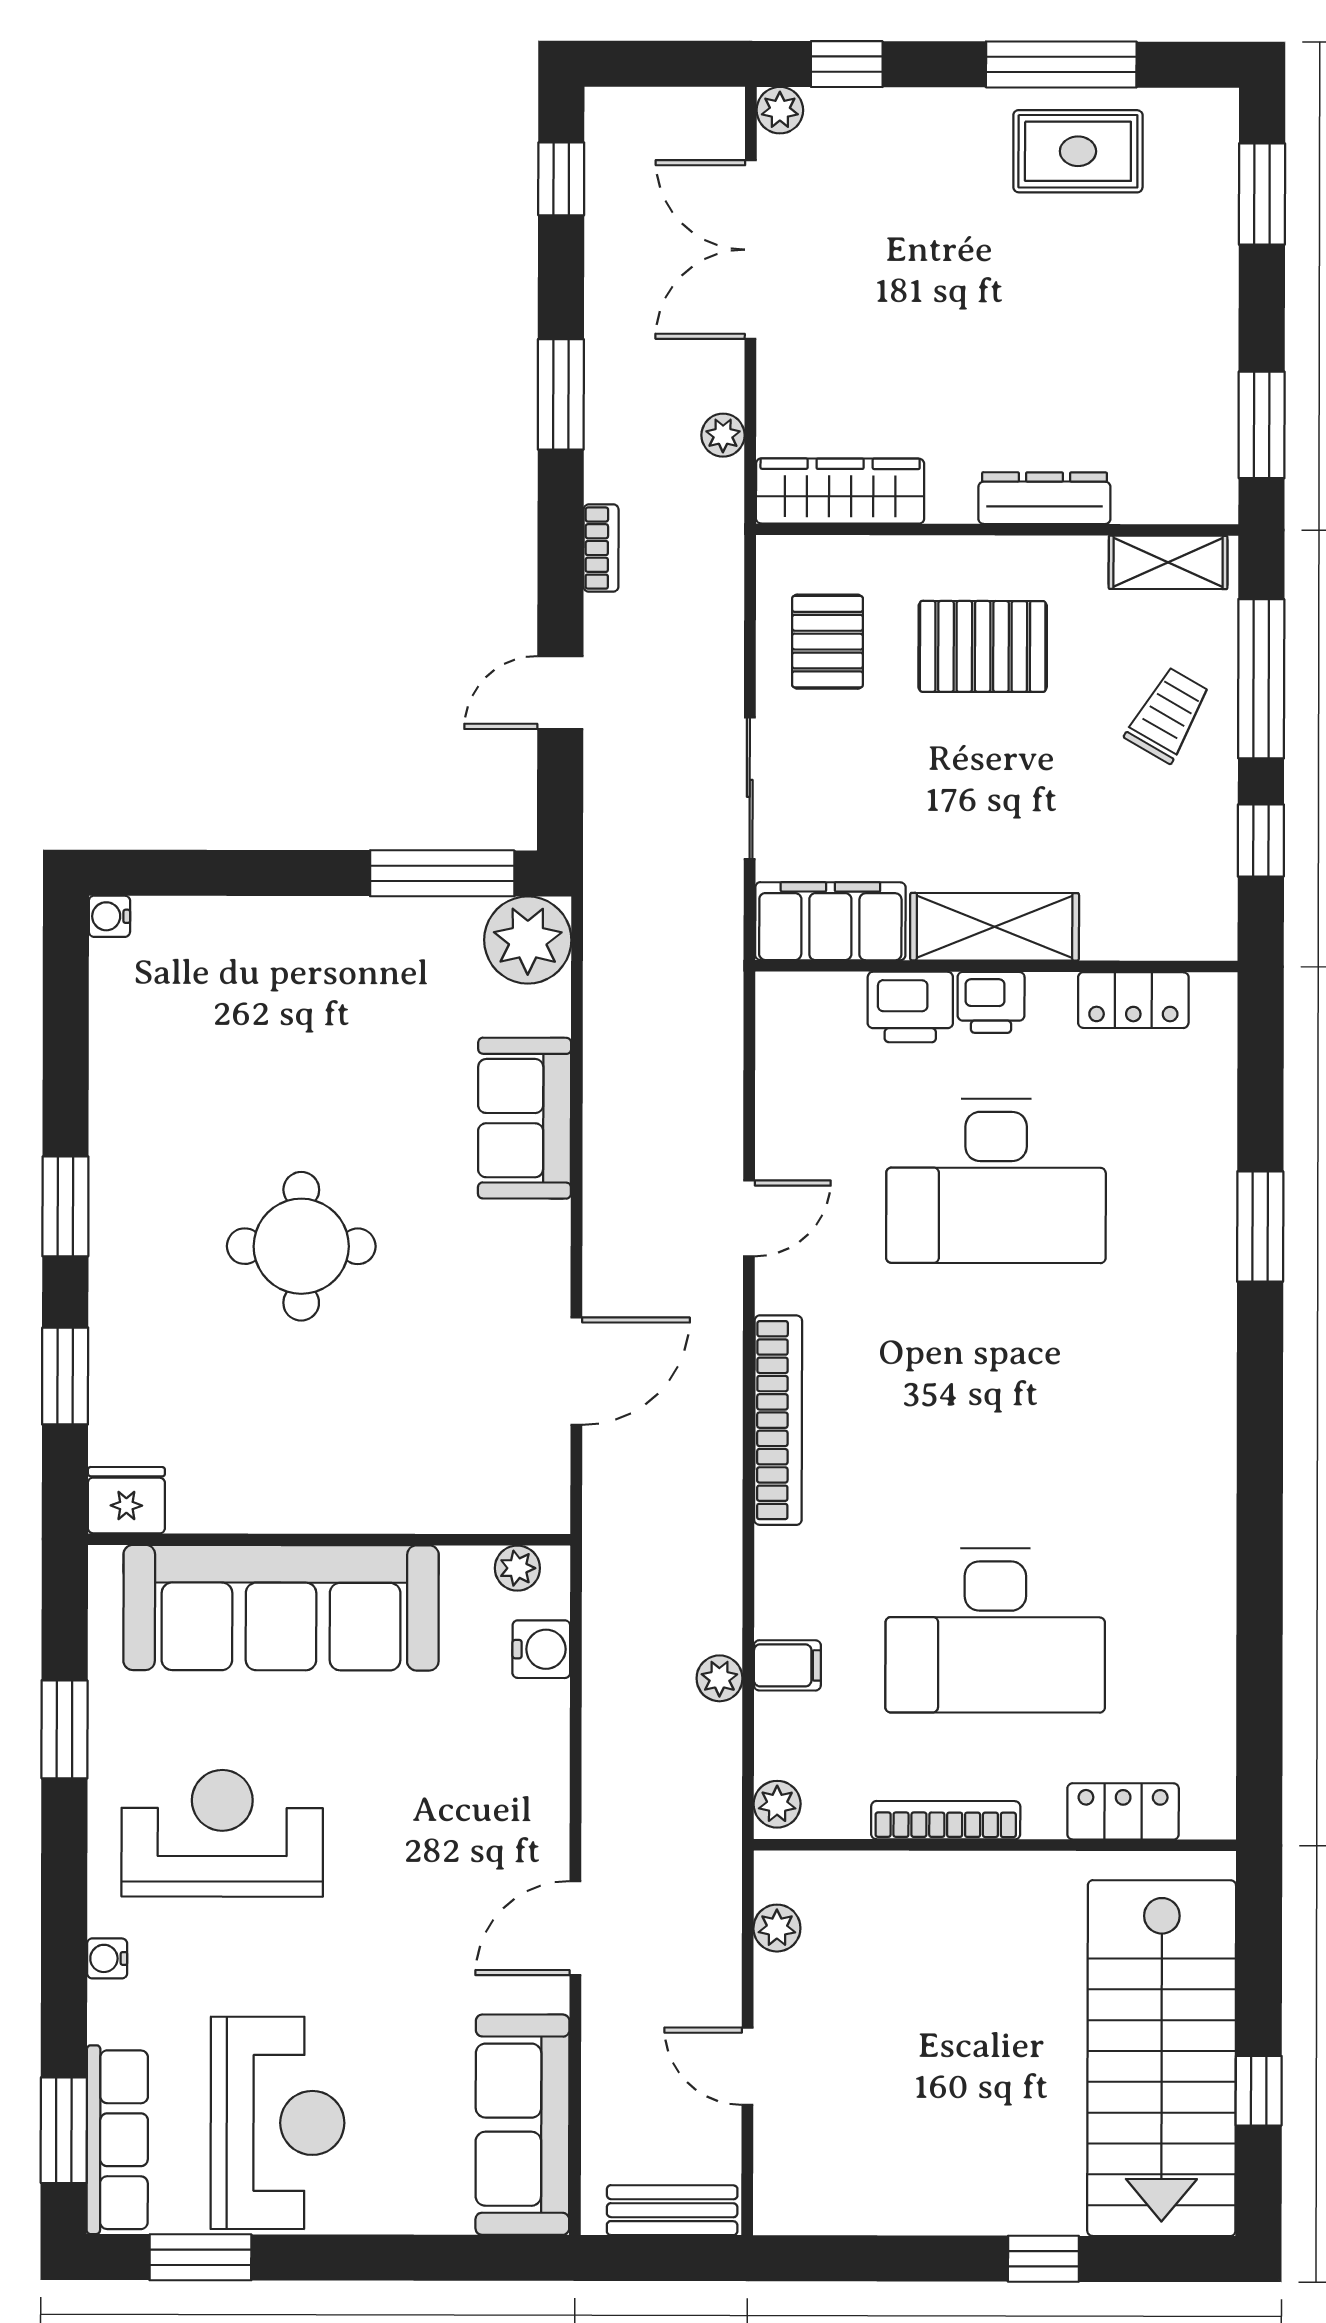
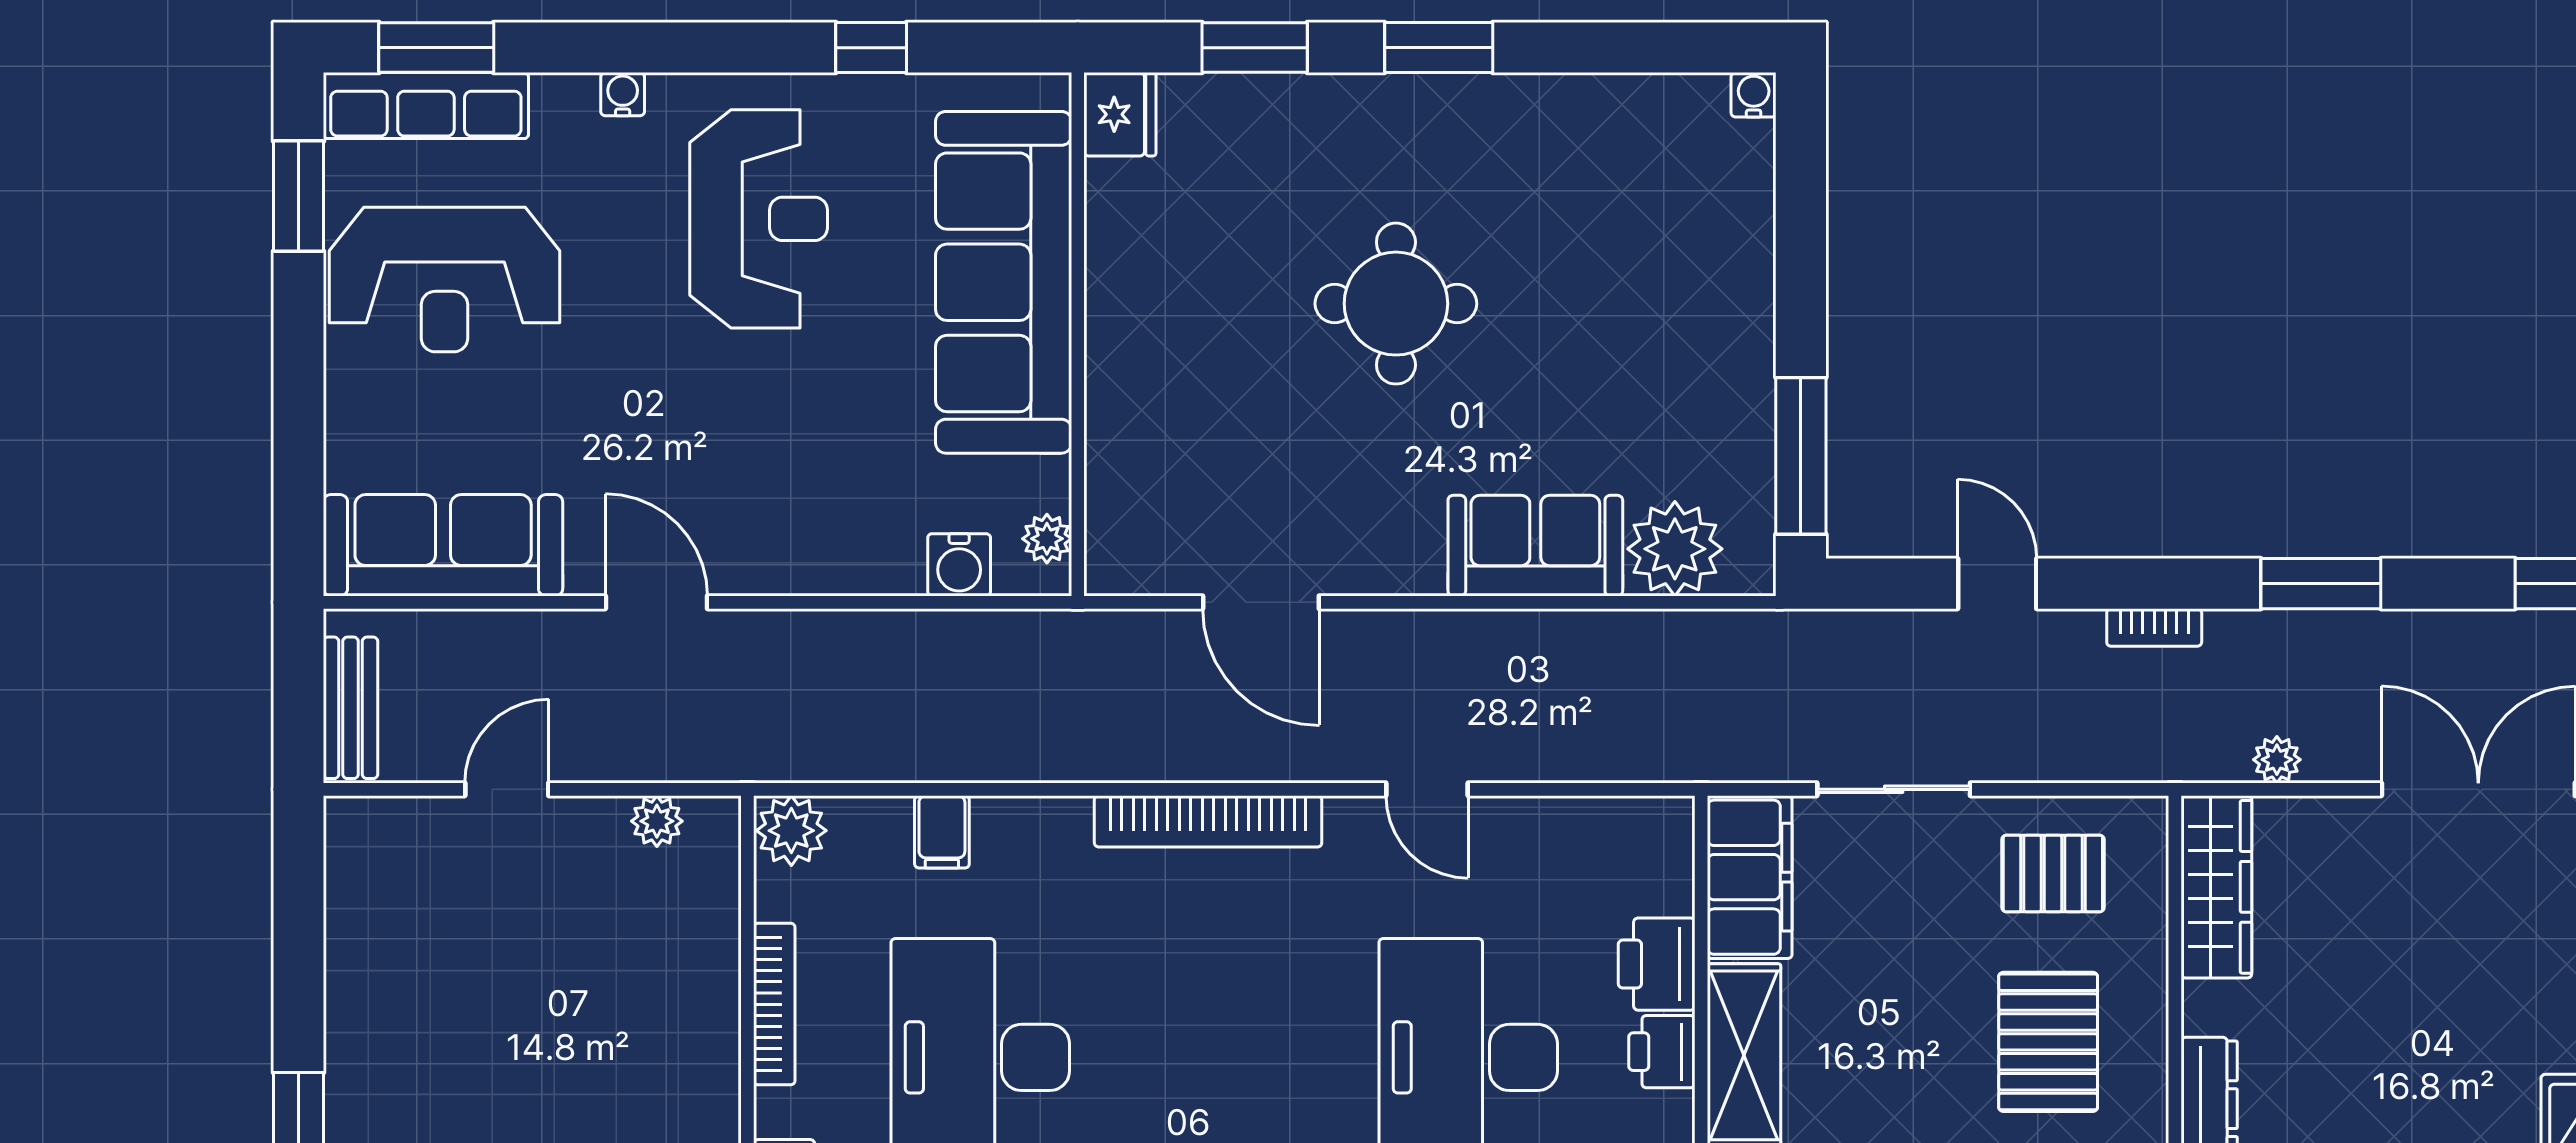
plant: (528, 940) -> (1675, 549), moved
plant: (719, 1678) -> (928, 758), removed
window: (64, 1729) -> (871, 48), width x0.67
plant: (777, 1804) -> (791, 831), width x1.38, depth x1.38

